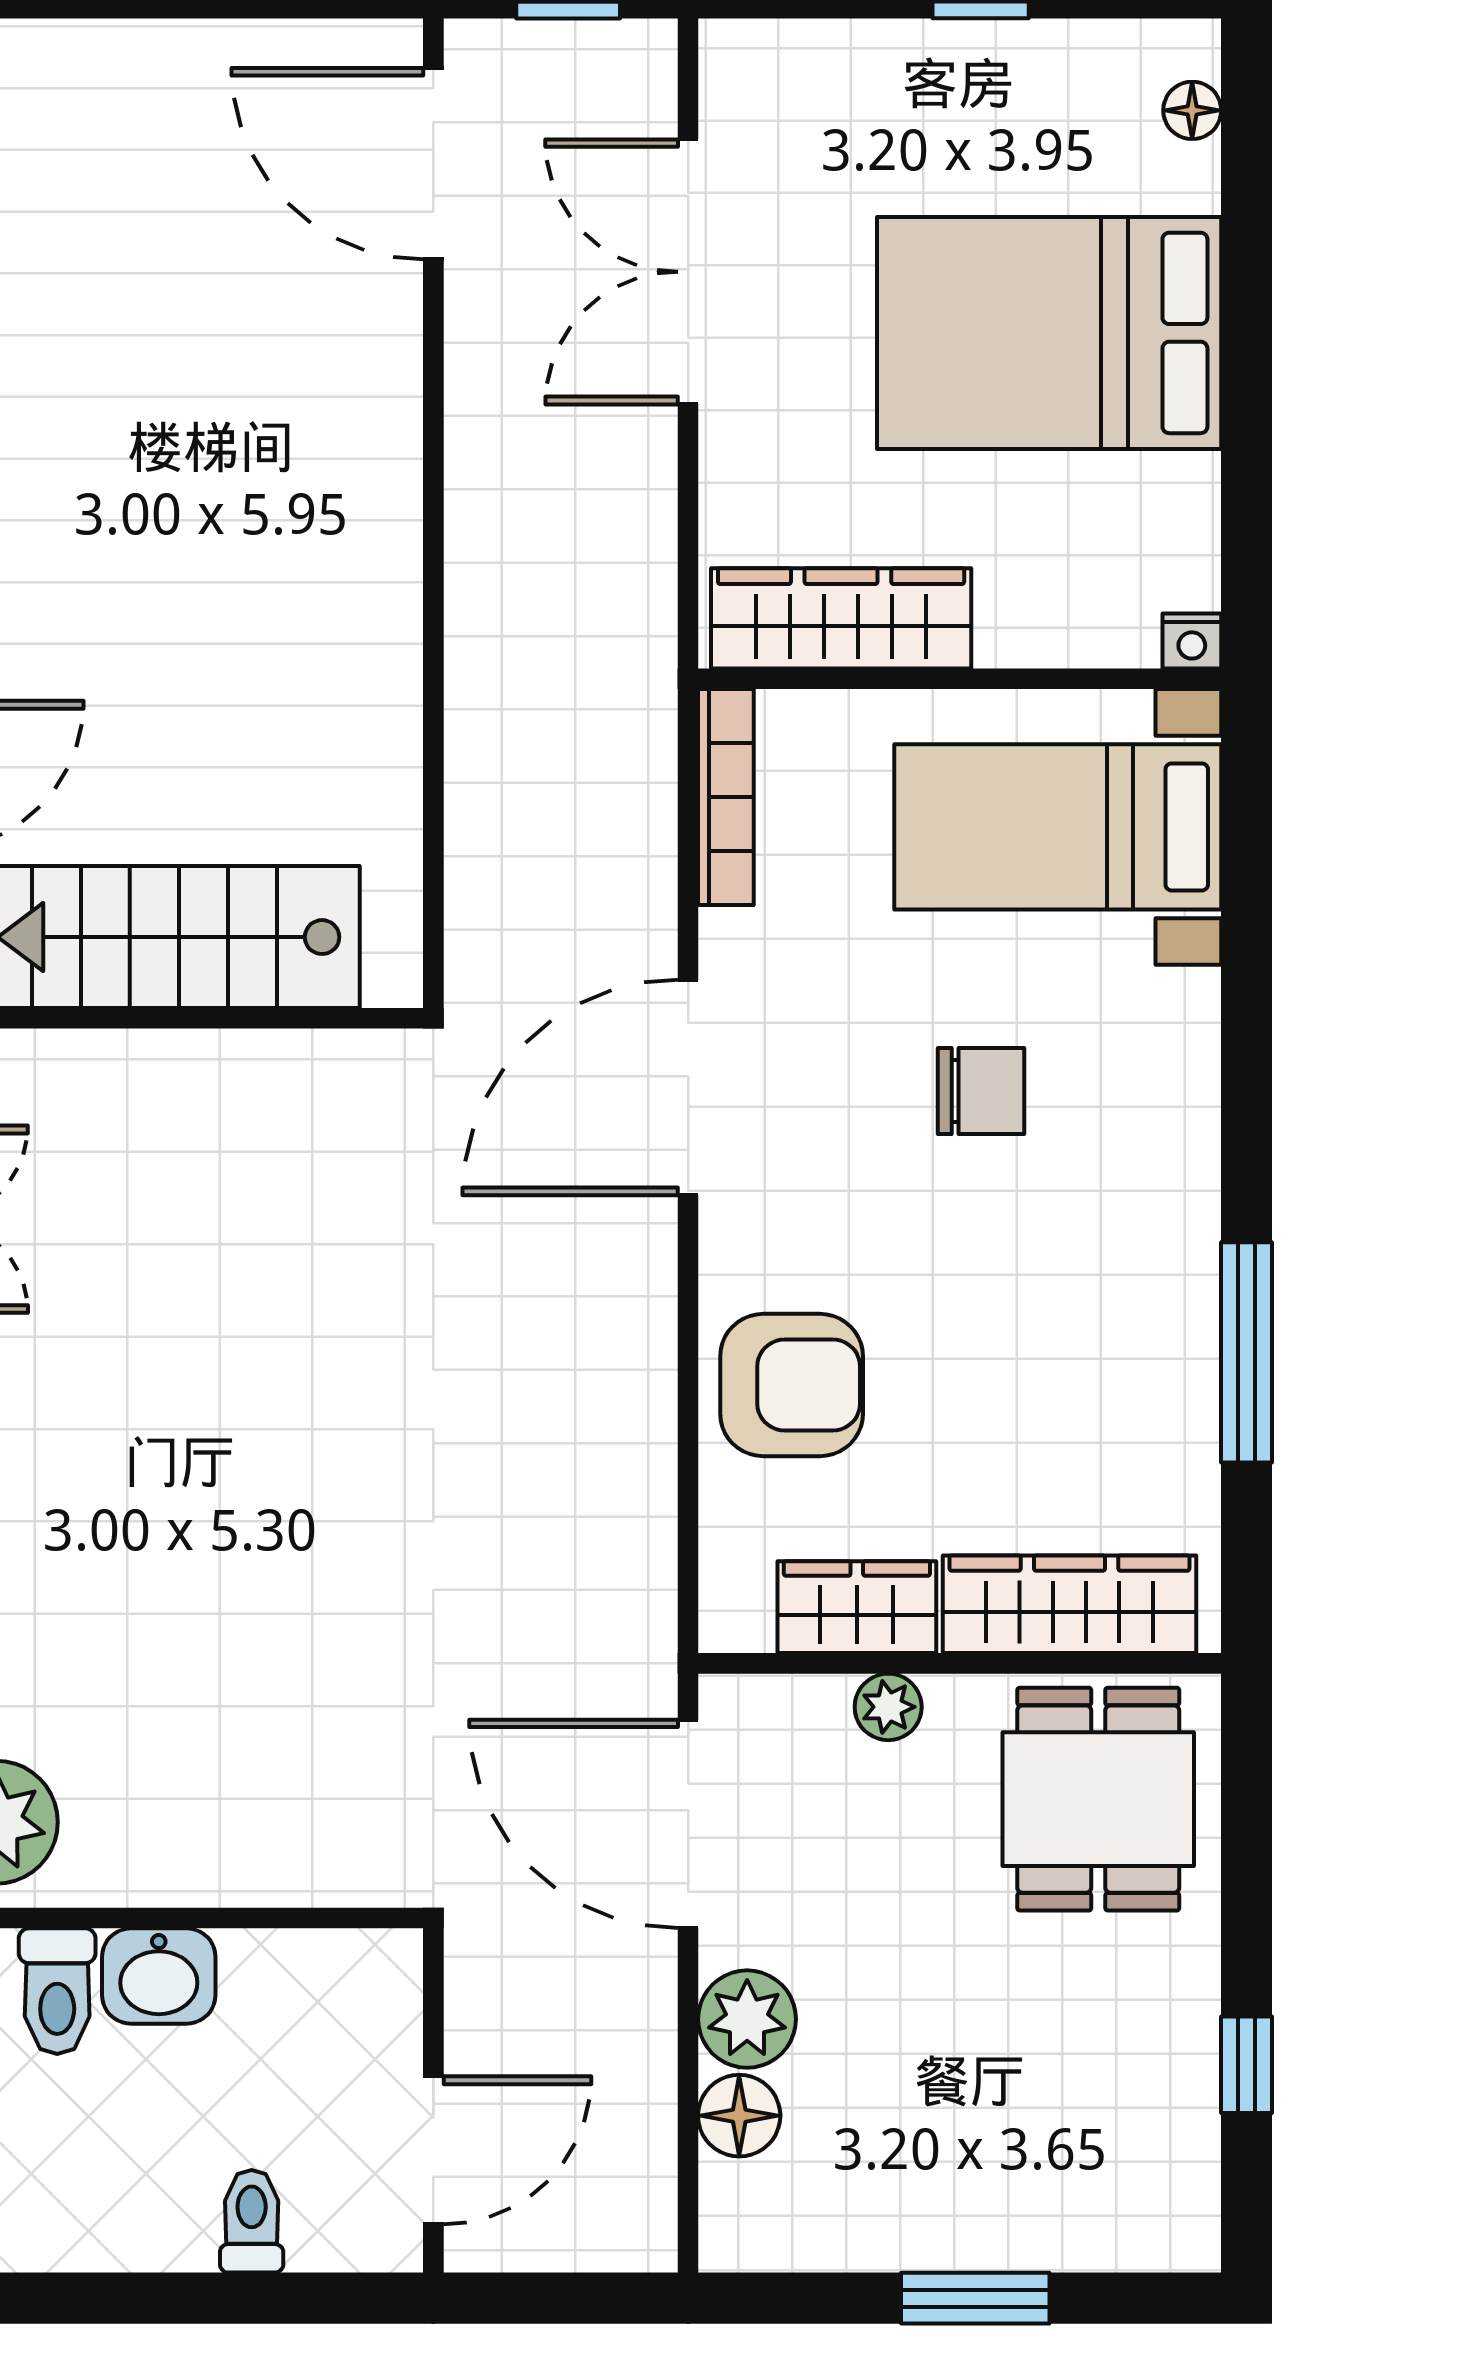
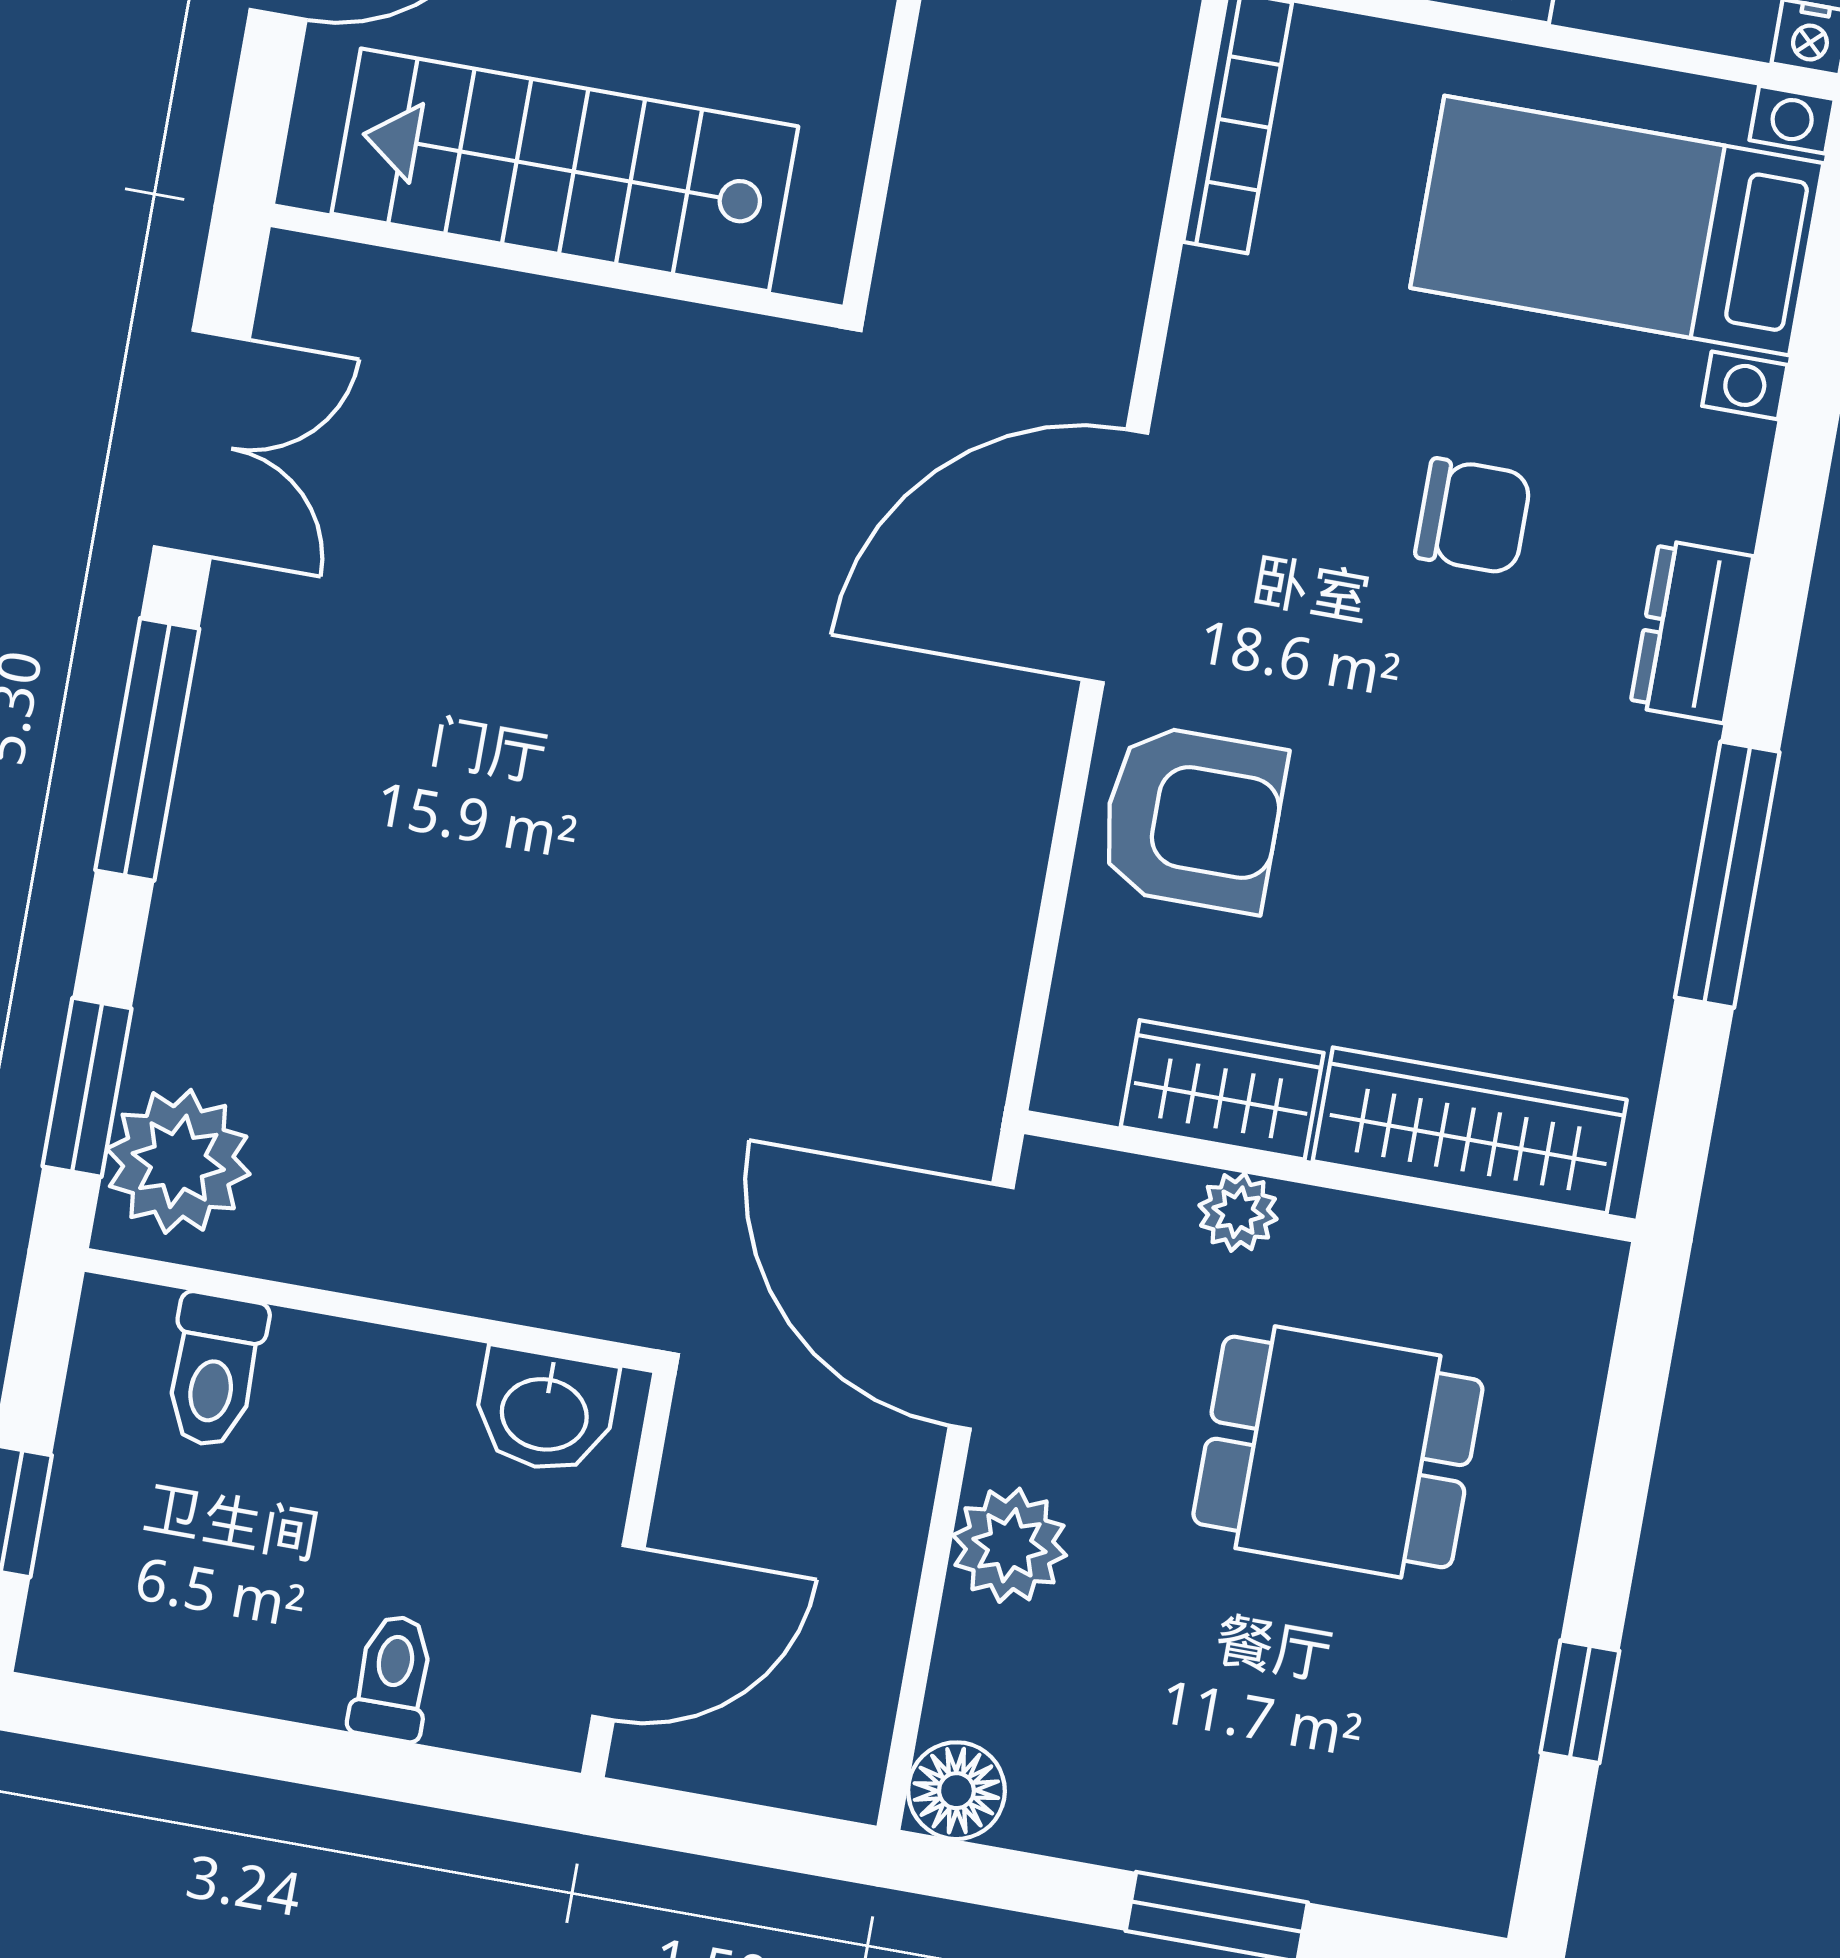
door: (688, 1087) -> (1115, 556), moved
dresser: (1181, 1155) -> (1692, 631), added
dining table: (1098, 1799) -> (1338, 1452), moved, turned 90
washbasin: (159, 1976) -> (545, 1411), moved
floor lamp: (739, 2116) -> (956, 1791), moved

